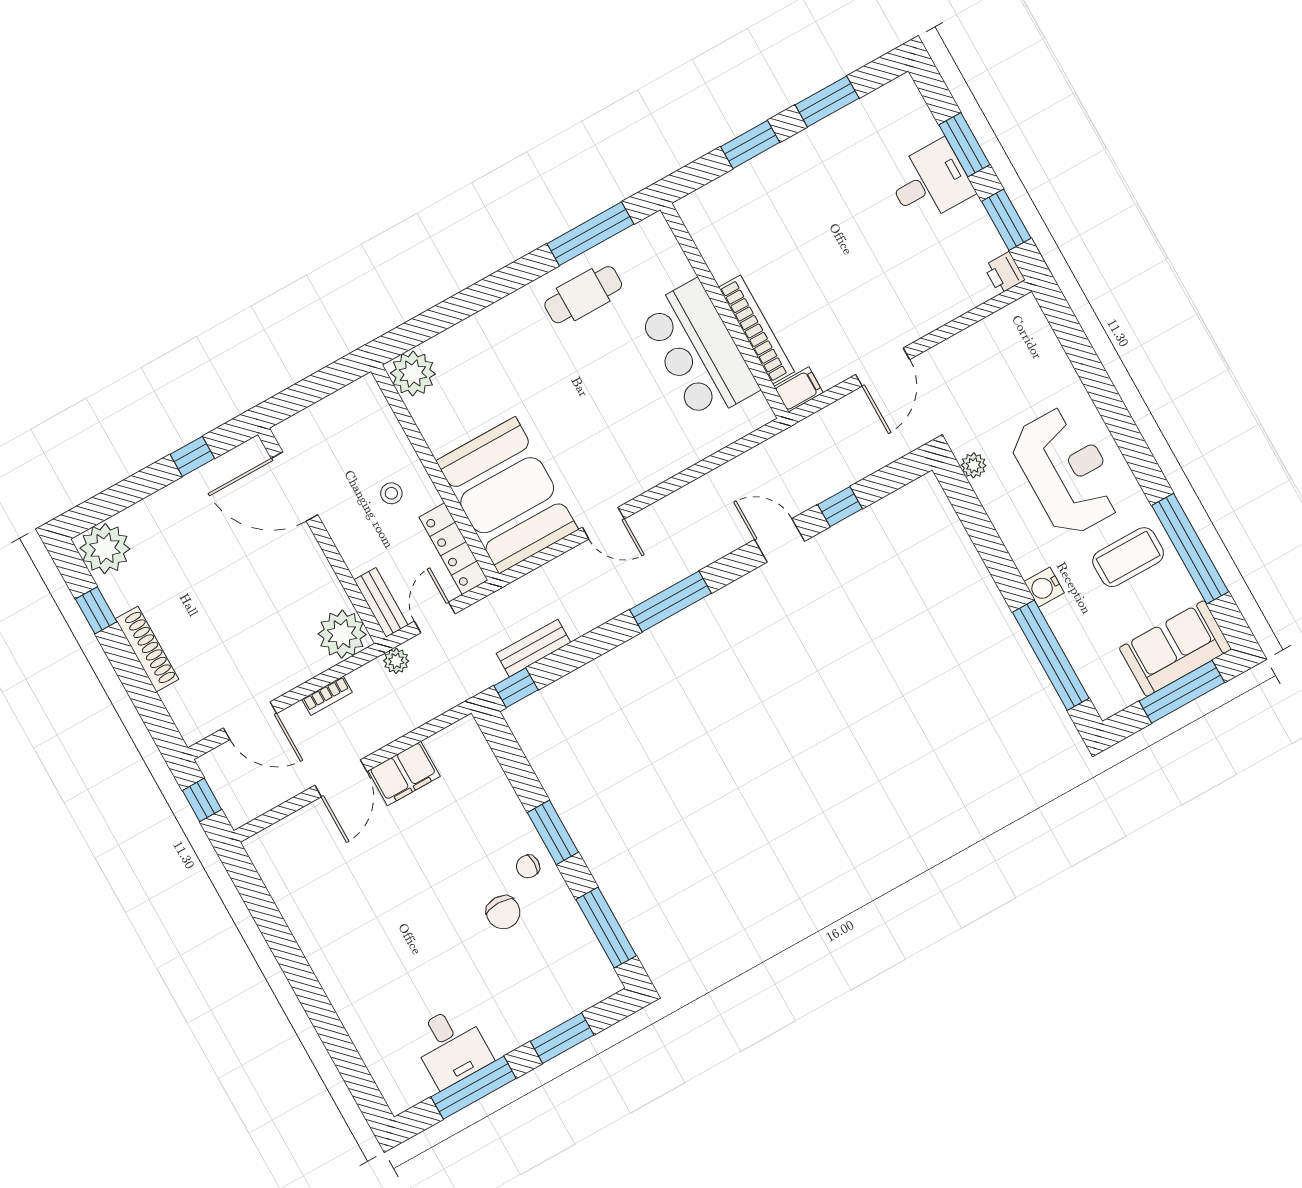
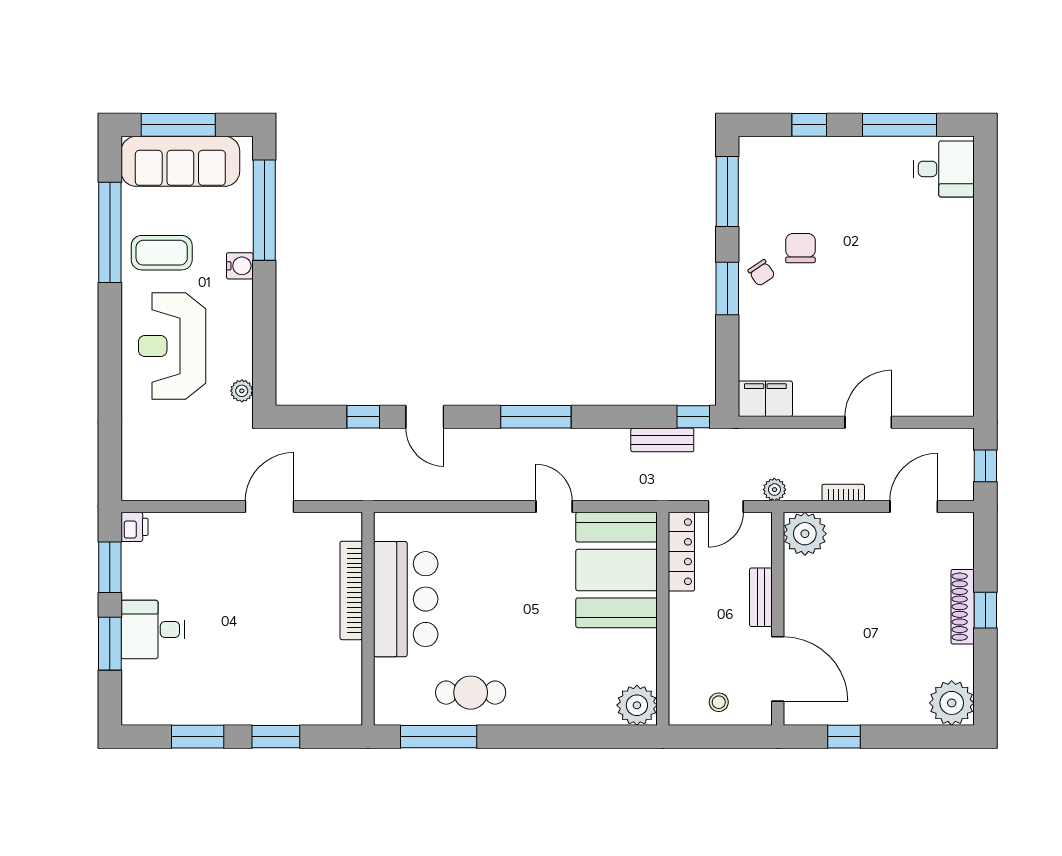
filing cabinet: (799, 390) -> (345, 525), removed
stool: (391, 493) -> (719, 702), moved
bench: (381, 602) -> (761, 597), moved
window: (96, 610) -> (985, 610), moved
sofa: (1175, 649) -> (180, 161), width x1.36
door: (250, 721) -> (914, 507), hinge flipped
filing cabinet: (404, 773) -> (765, 399), moved
chair: (528, 867) -> (761, 273), turned 56
window: (562, 1038) -> (809, 125), width x0.67
desk: (451, 1047) -> (944, 169), moved, turned 90

